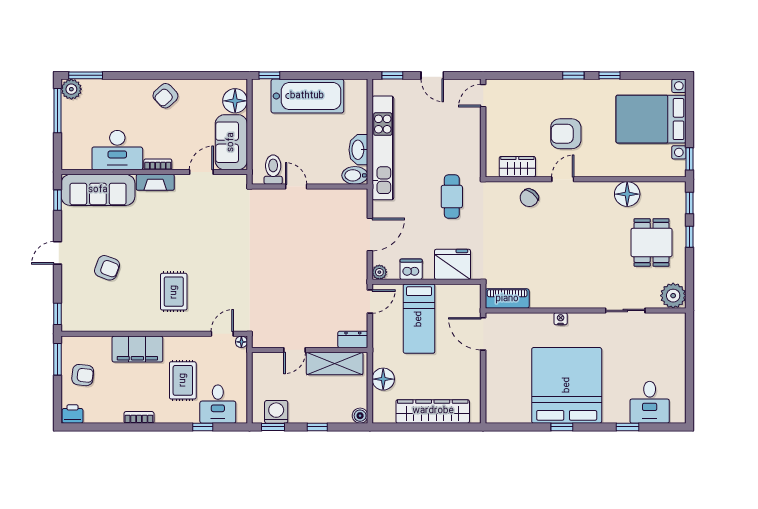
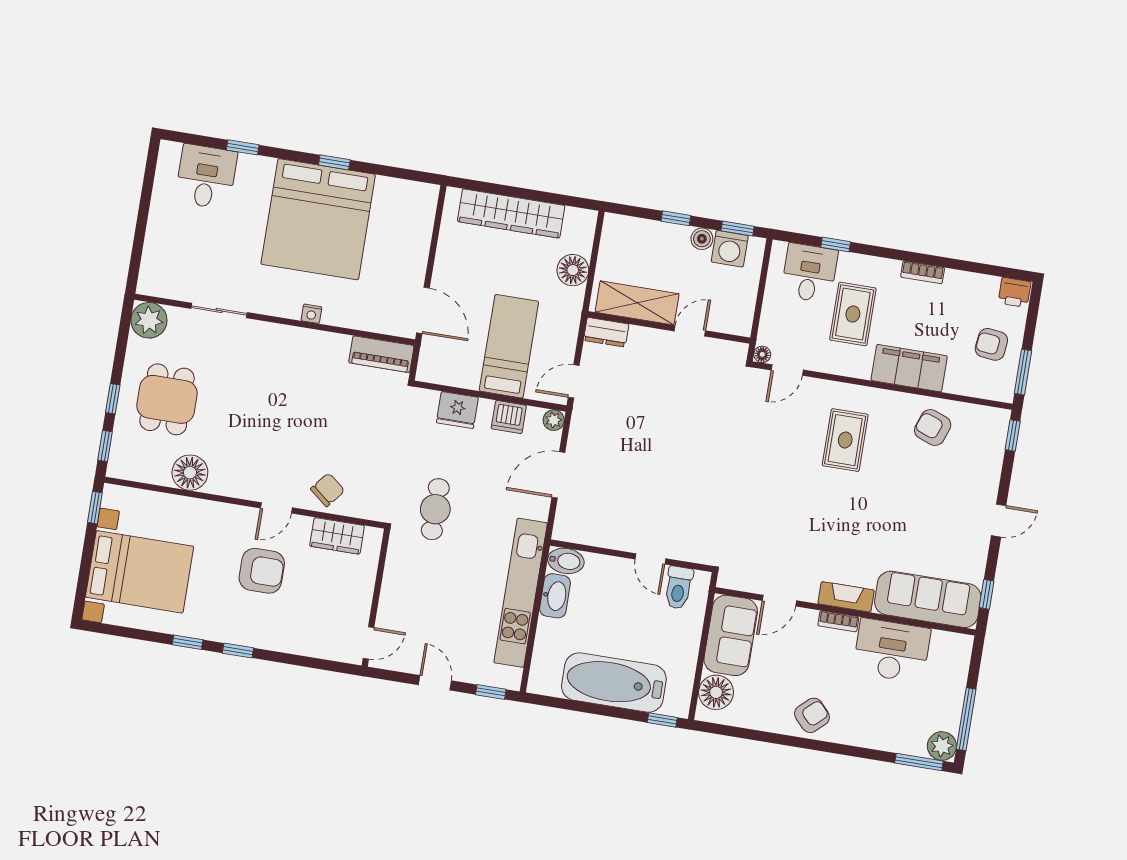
fridge: (453, 264) -> (457, 410), width x0.73, depth x0.75
armchair: (107, 268) -> (933, 428), moved
boiler: (360, 416) -> (702, 239), moved

